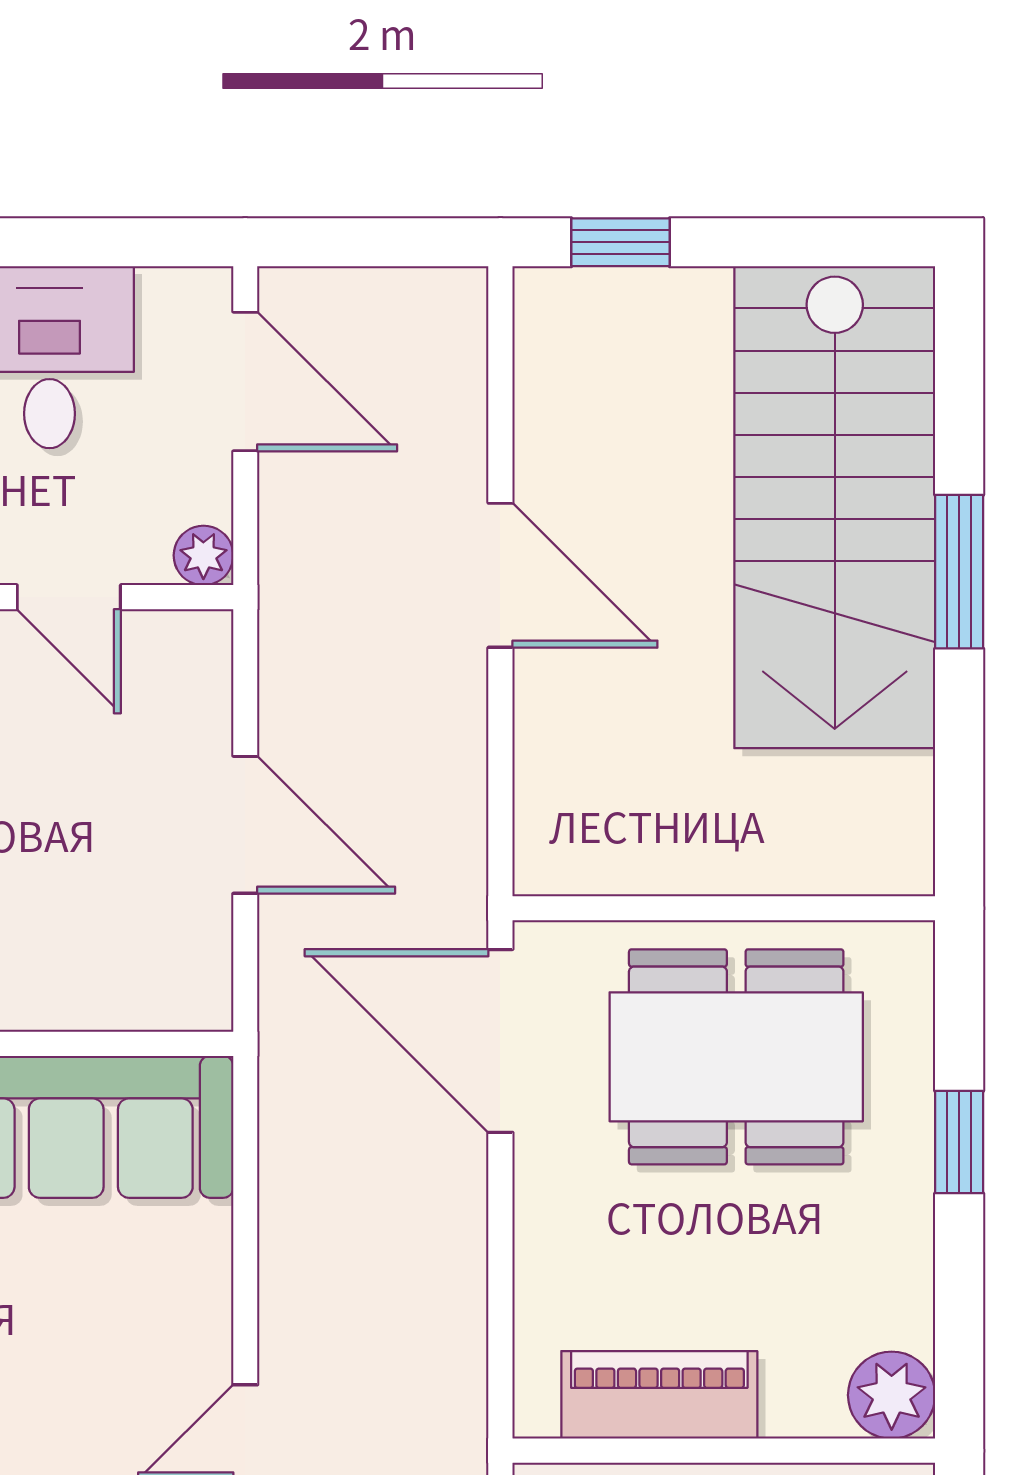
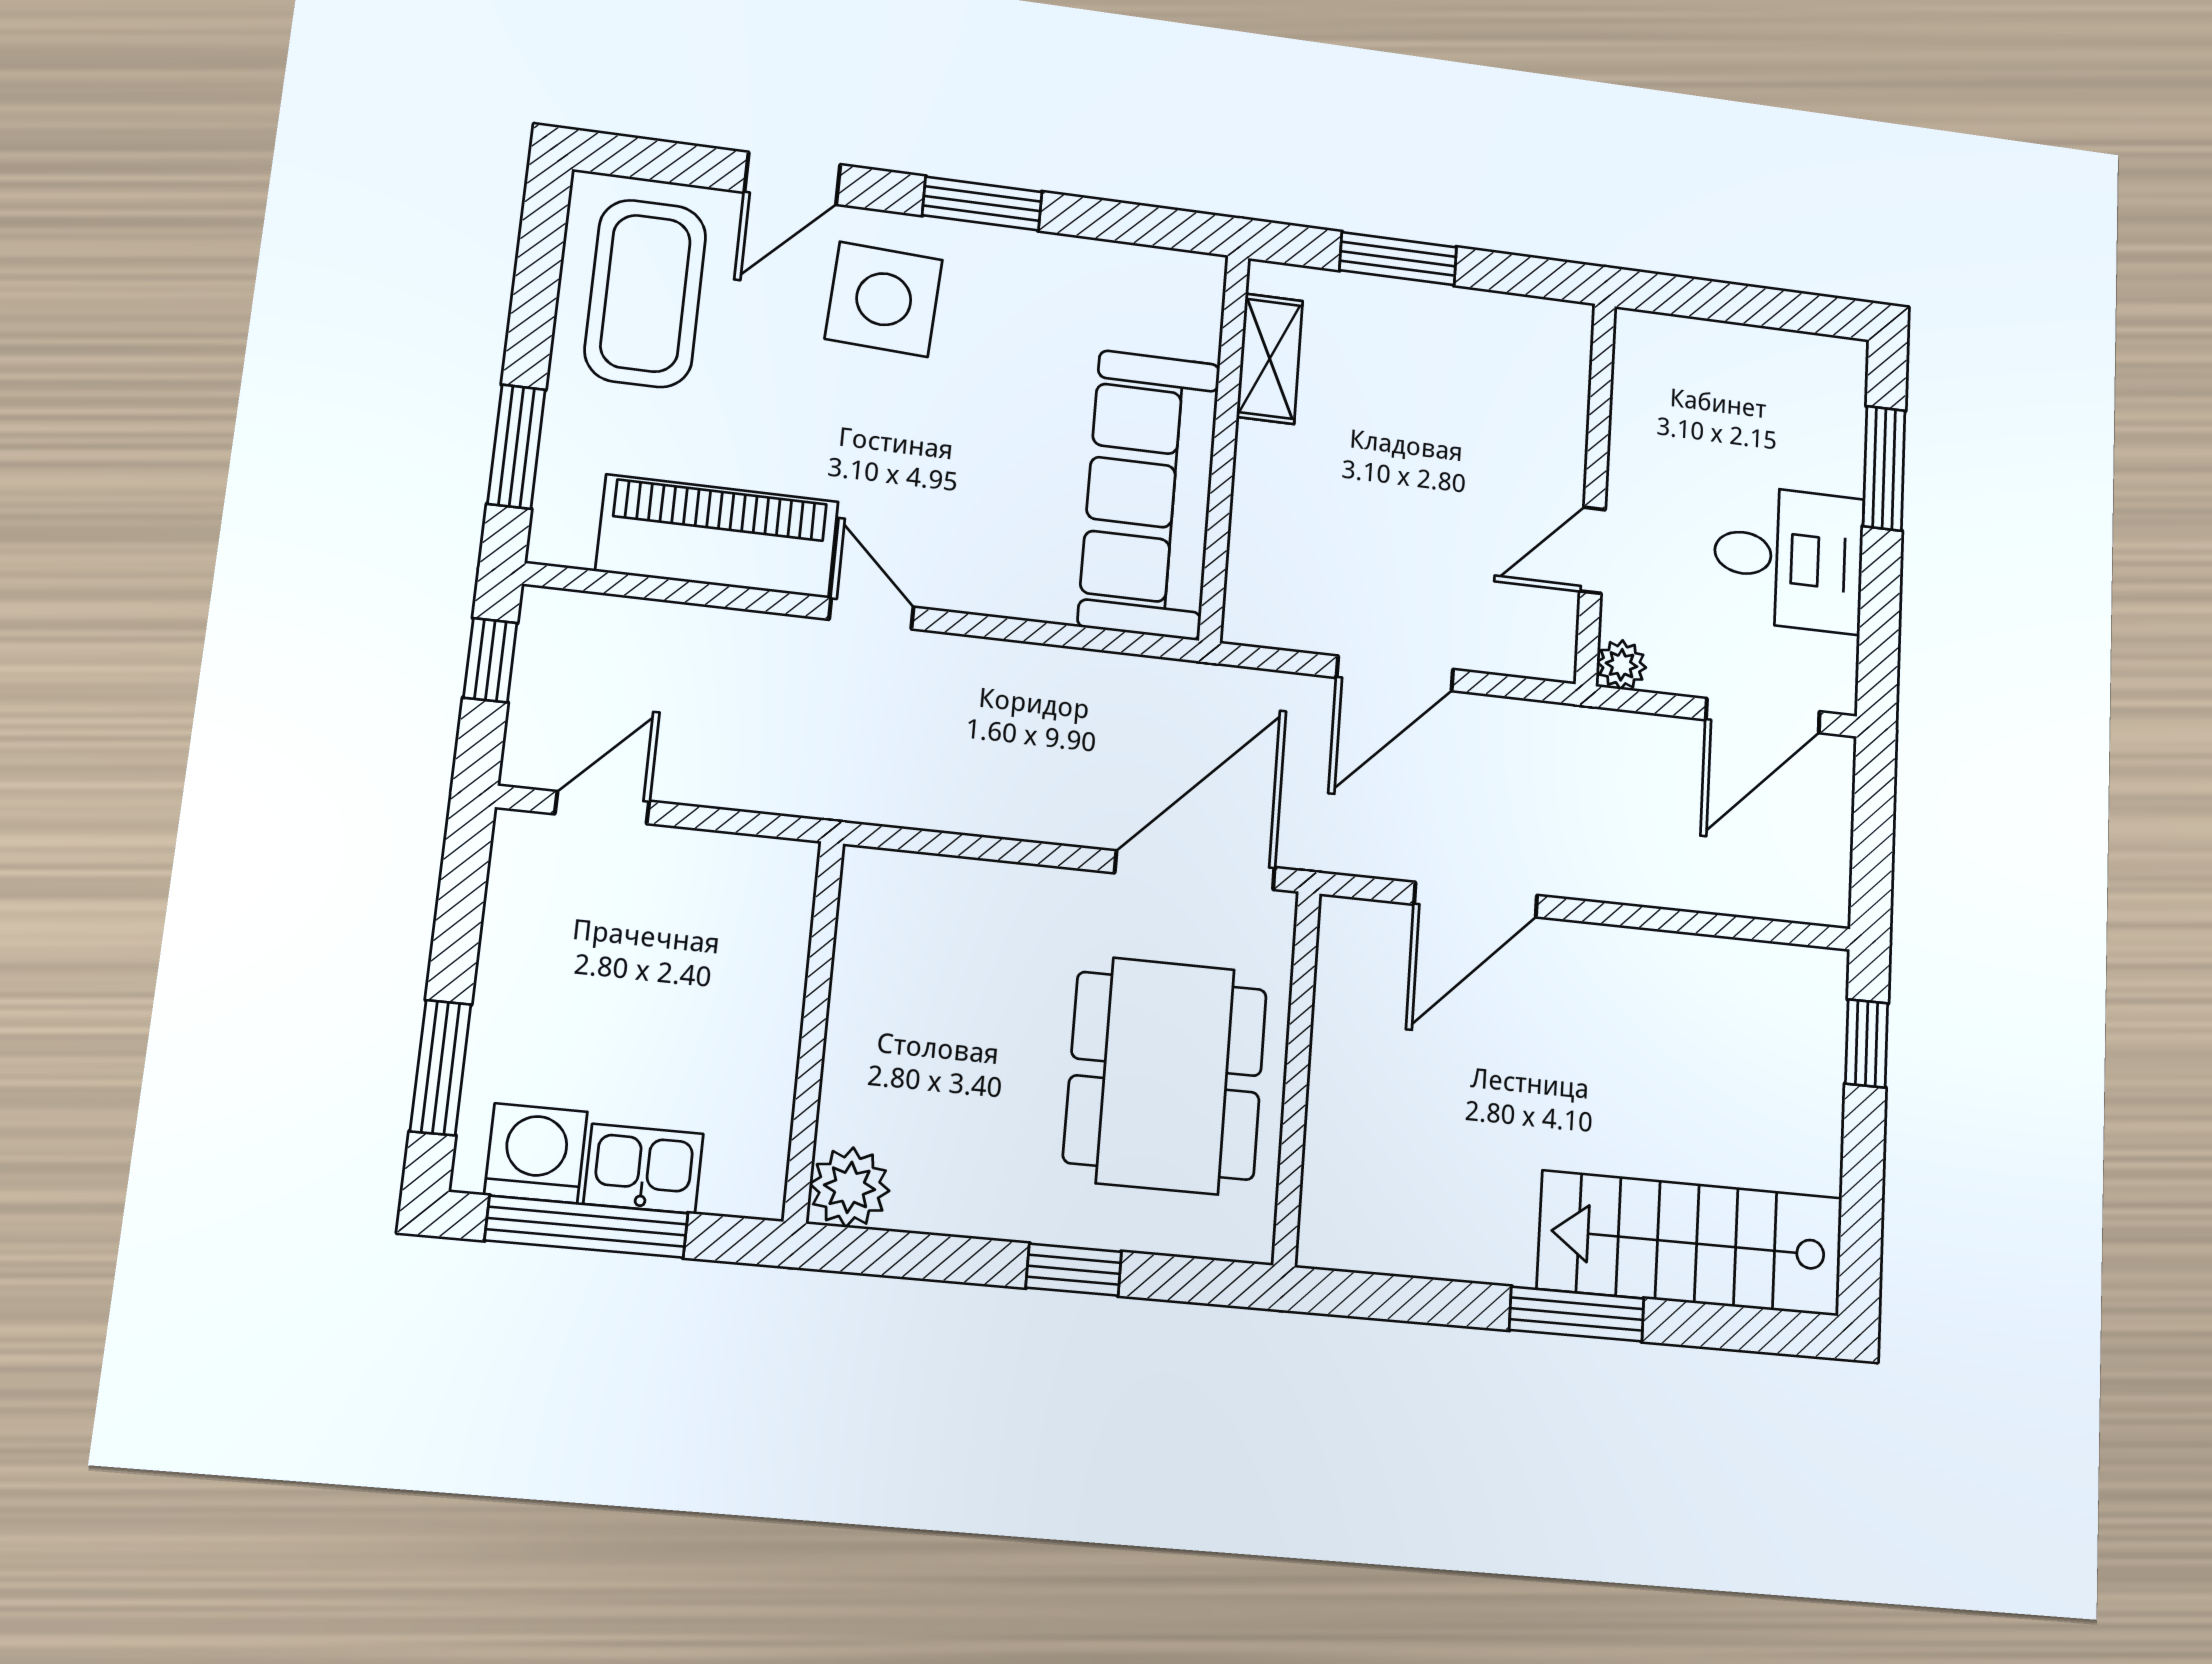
stairs: (835, 507) -> (1691, 1243), width x0.73, depth x0.66
door: (500, 575) -> (1476, 900), moved
piano: (659, 1395) -> (870, 977), removed

